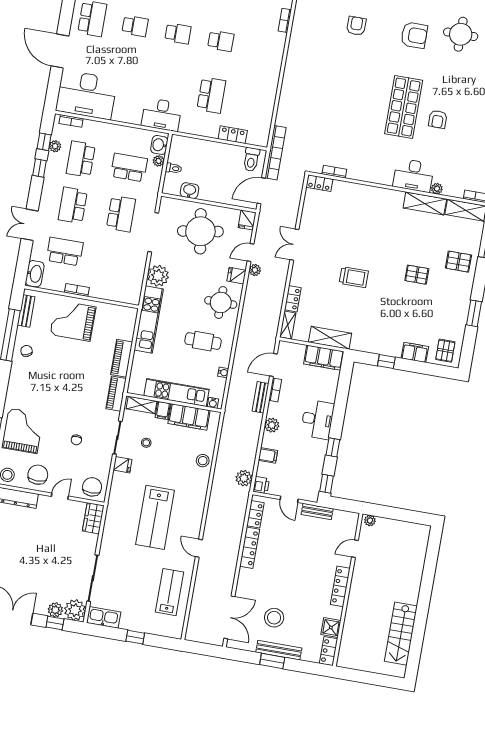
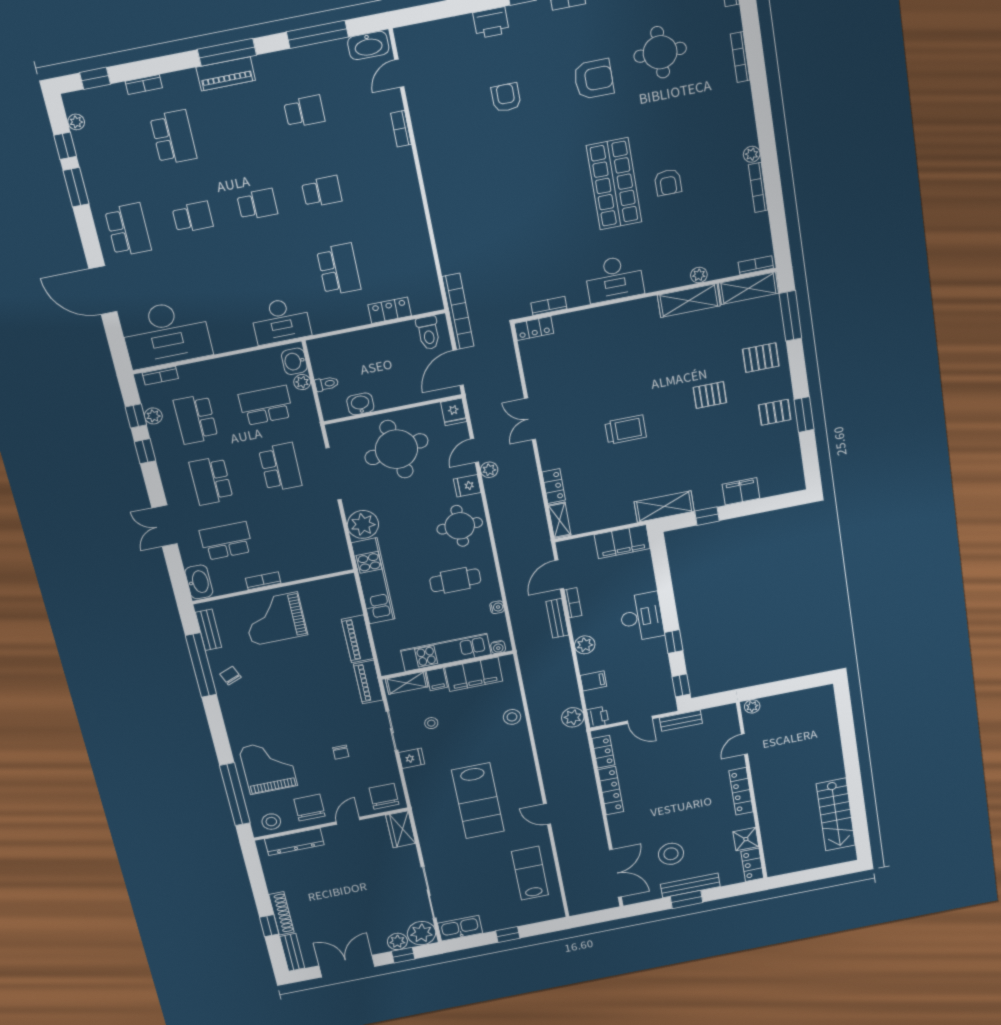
desk: (413, 175) -> (614, 279), moved
shelving: (330, 338) -> (664, 507), moved
pallet: (445, 351) -> (775, 412), moved, turned 90

